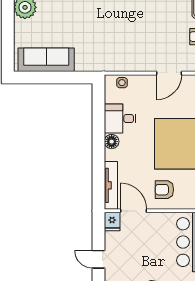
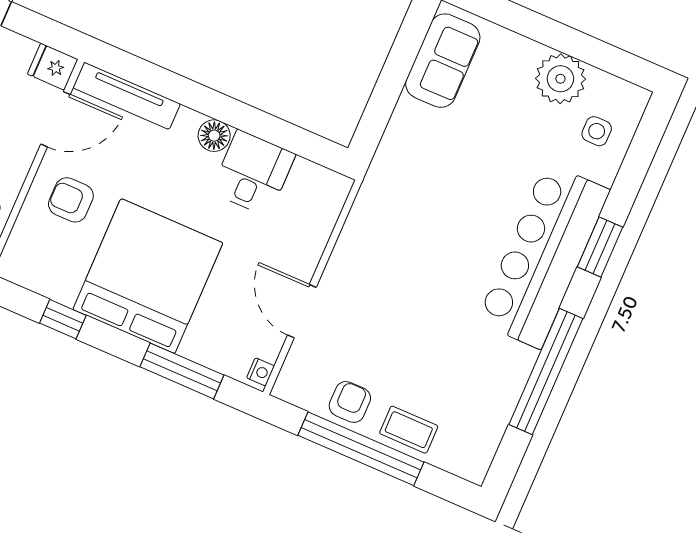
sofa: (46, 60) -> (443, 61), width x0.73
side table: (122, 83) -> (324, 208), removed
armchair: (164, 190) -> (71, 200), turned -90

